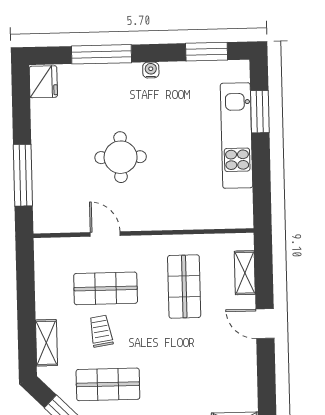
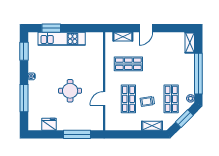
fridge: (43, 82) -> (49, 124), moved

